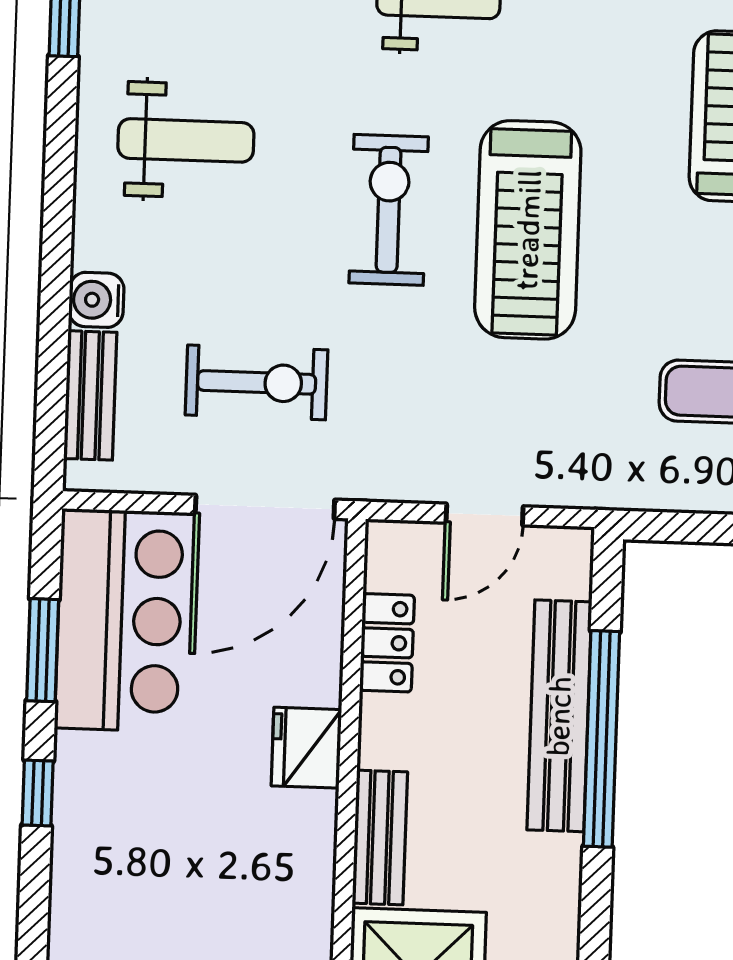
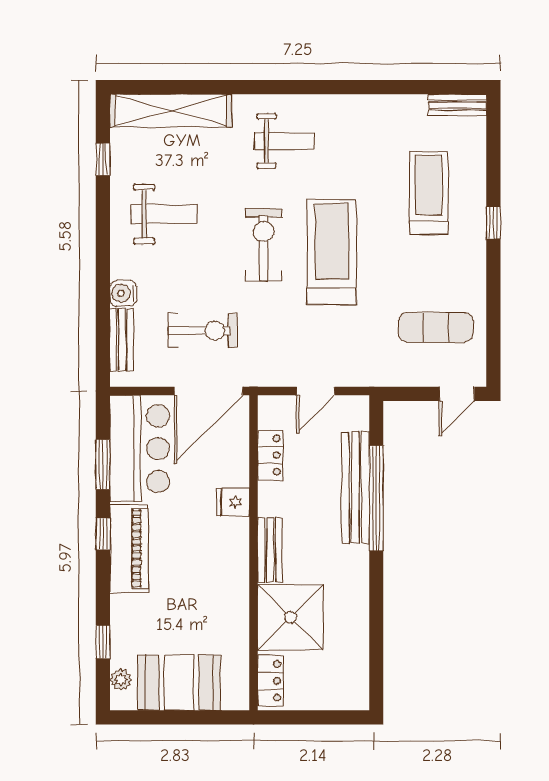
treadmill: (528, 230) -> (332, 252), turned 180
fridge: (306, 748) -> (233, 502), width x0.72
piano: (90, 825) -> (129, 549), added

